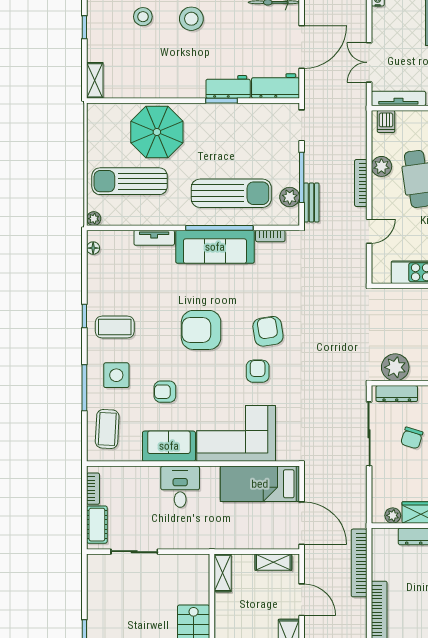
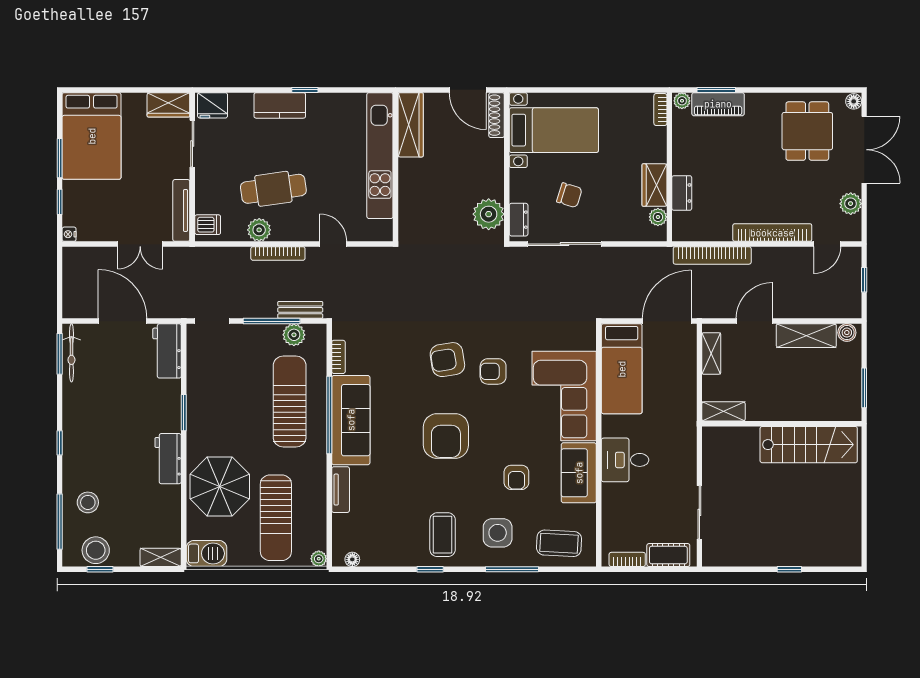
stool: (191, 19) -> (96, 550), moved
workbench: (228, 87) -> (168, 459), moved
barbecue: (98, 120) -> (206, 553), added
dresser: (397, 394) -> (519, 220), width x0.70

